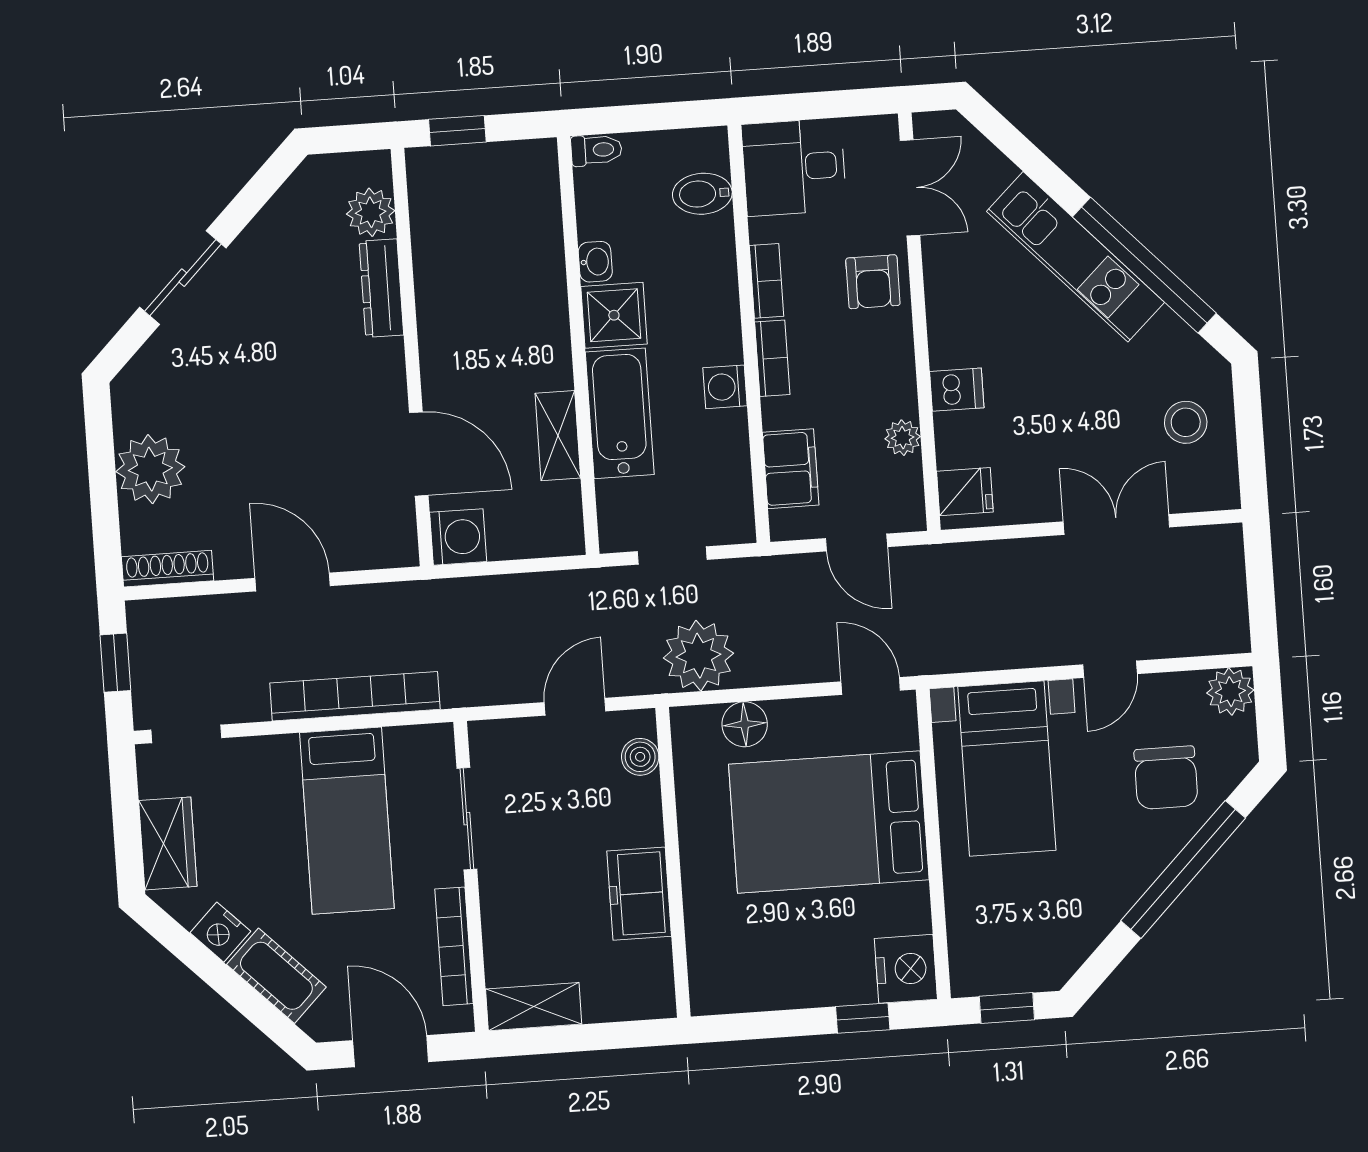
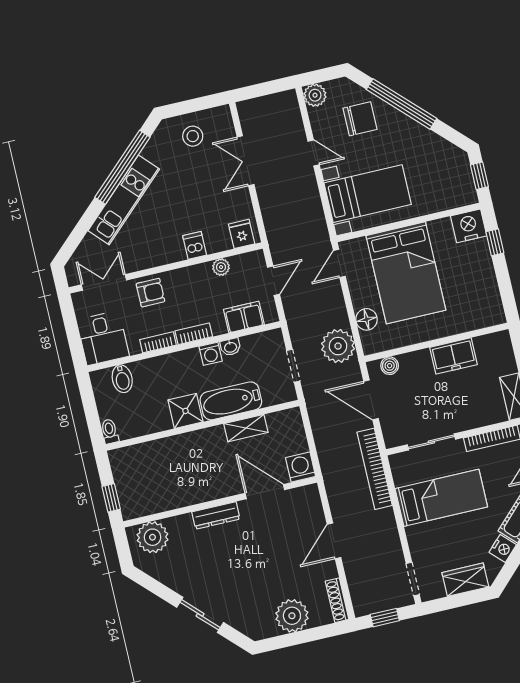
plant: (371, 212) -> (152, 537), width x1.36, depth x1.36
washbasin: (595, 262) -> (230, 347), moved, turned 180
dresser: (381, 288) -> (216, 515), moved
door: (419, 454) -> (265, 492), hinge flipped
bookcase: (355, 696) -> (375, 469), moved
door: (575, 707) -> (371, 400), width x1.38

